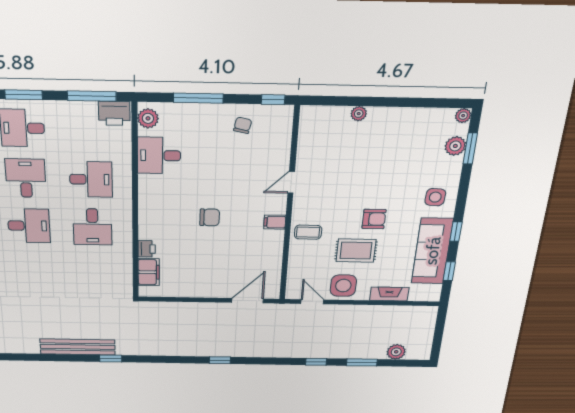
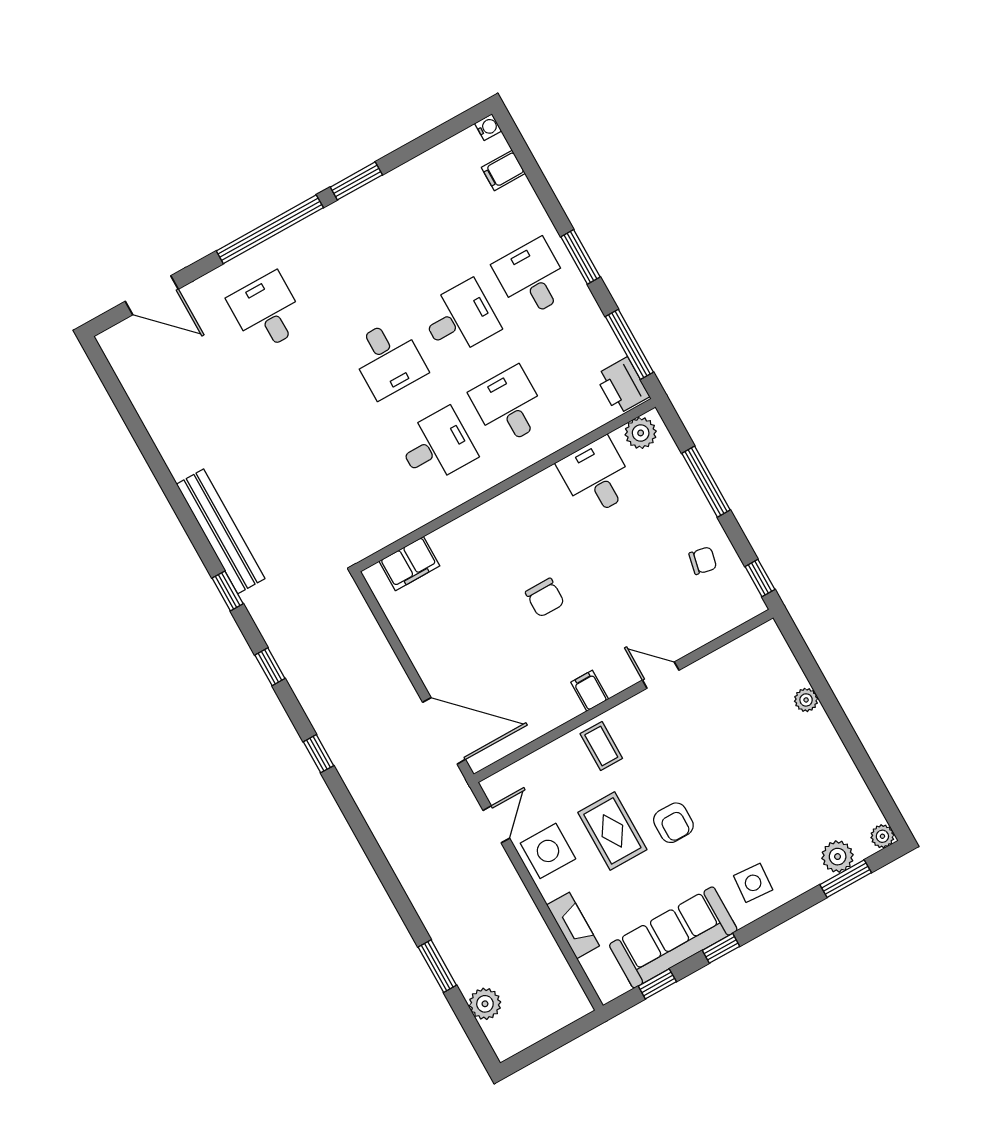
desk: (91, 179) -> (509, 406), turned 180
desk: (92, 227) -> (437, 446), turned 180
printer: (147, 249) -> (445, 540), removed
door: (247, 301) -> (444, 731), width x1.36
window: (316, 362) -> (270, 667), moved

